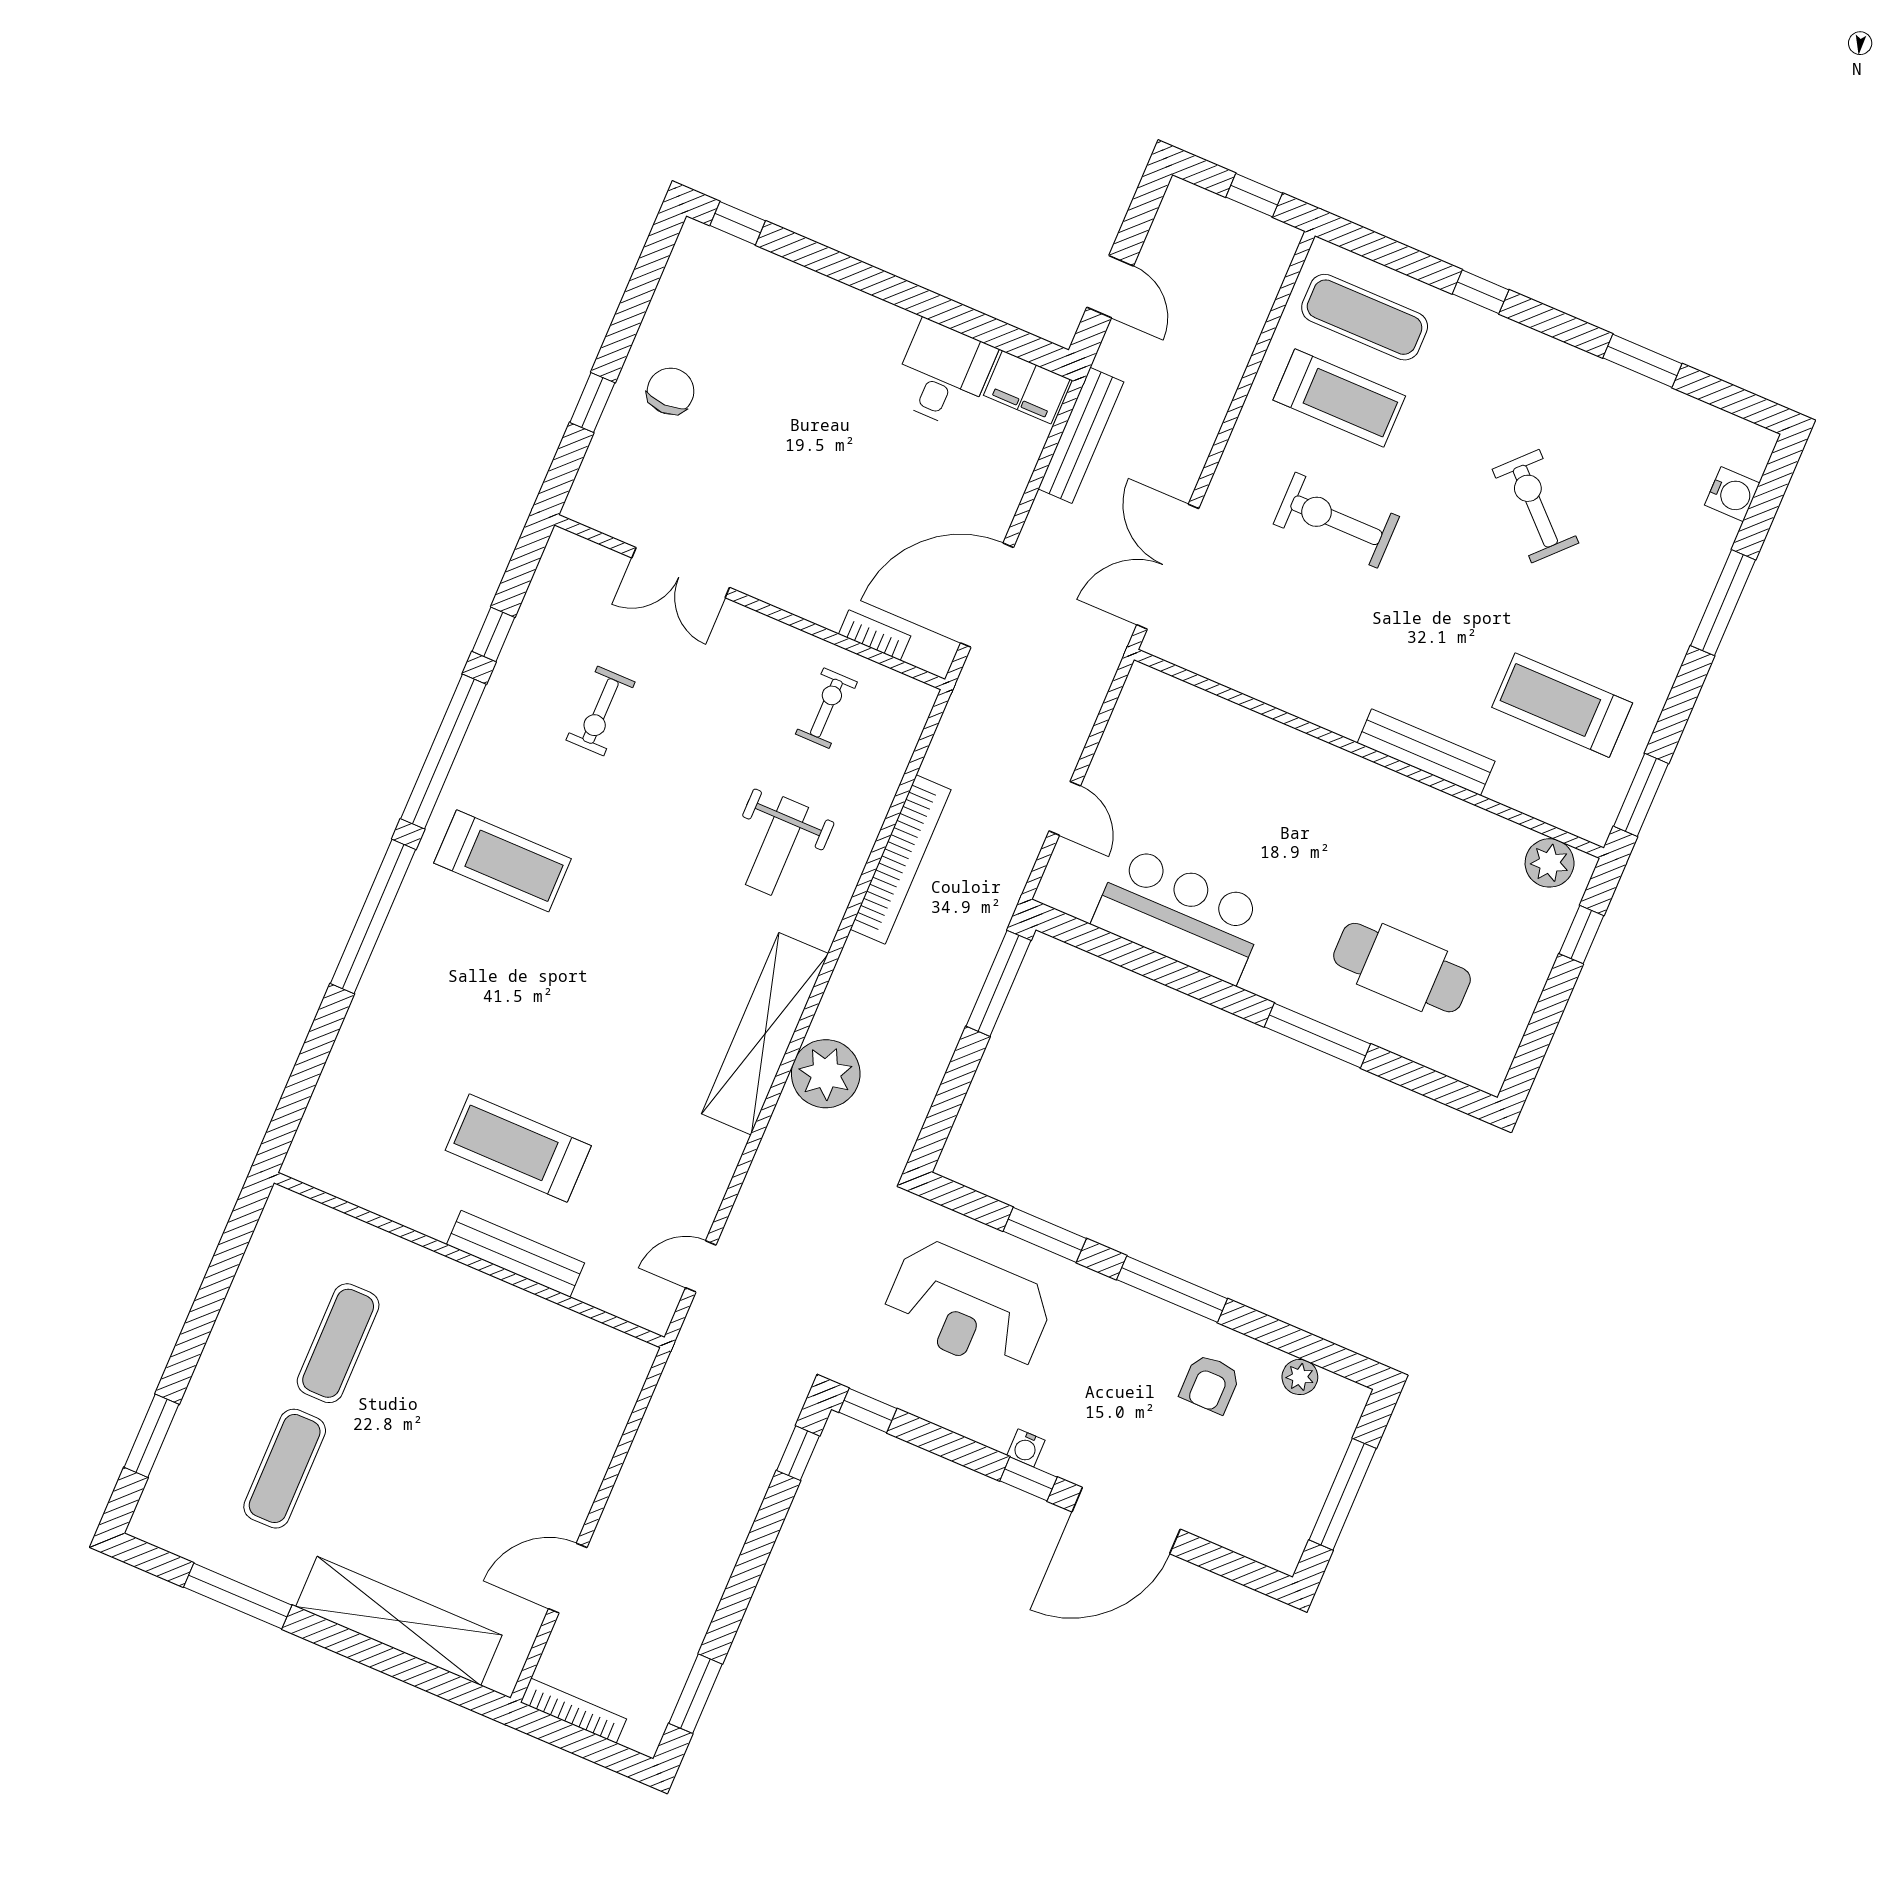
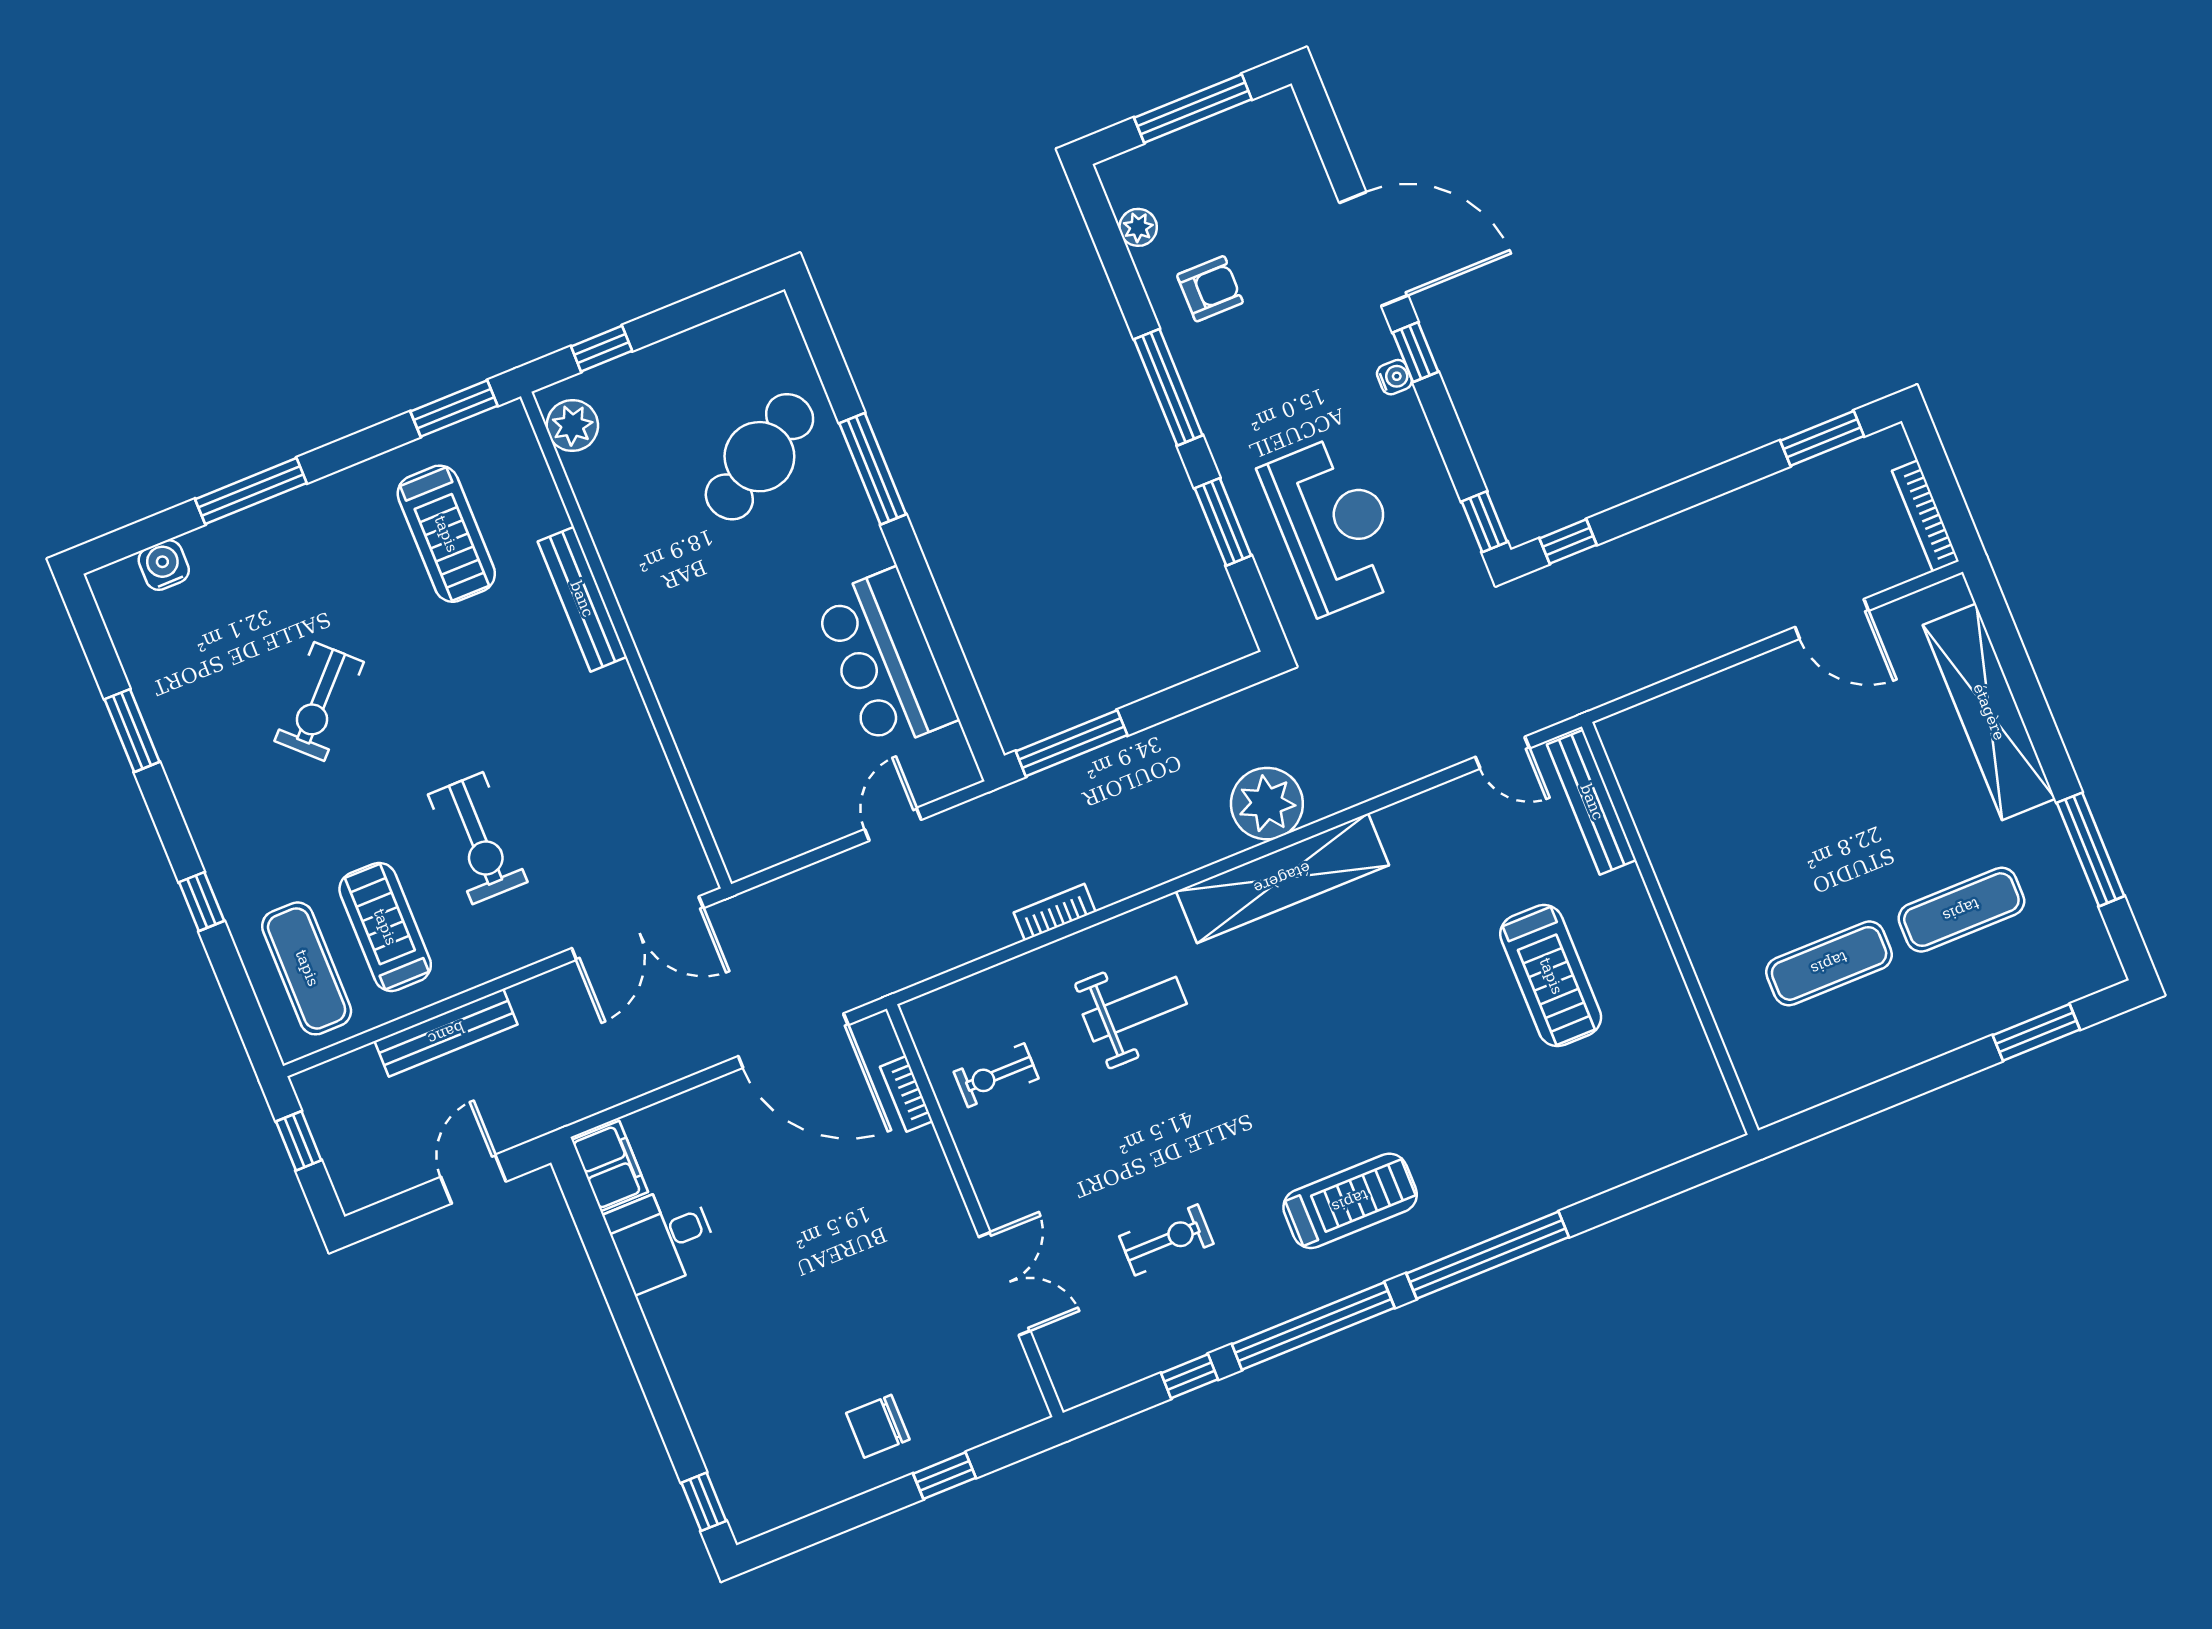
bench: (1081, 435) -> (446, 1033), moved
bookcase: (901, 860) -> (1055, 912), width x0.43, depth x0.76
treadmill: (503, 861) -> (1350, 1201), turned 90
cafe table: (1402, 968) -> (759, 457), turned 59
bench: (516, 1254) -> (1592, 802), moved

